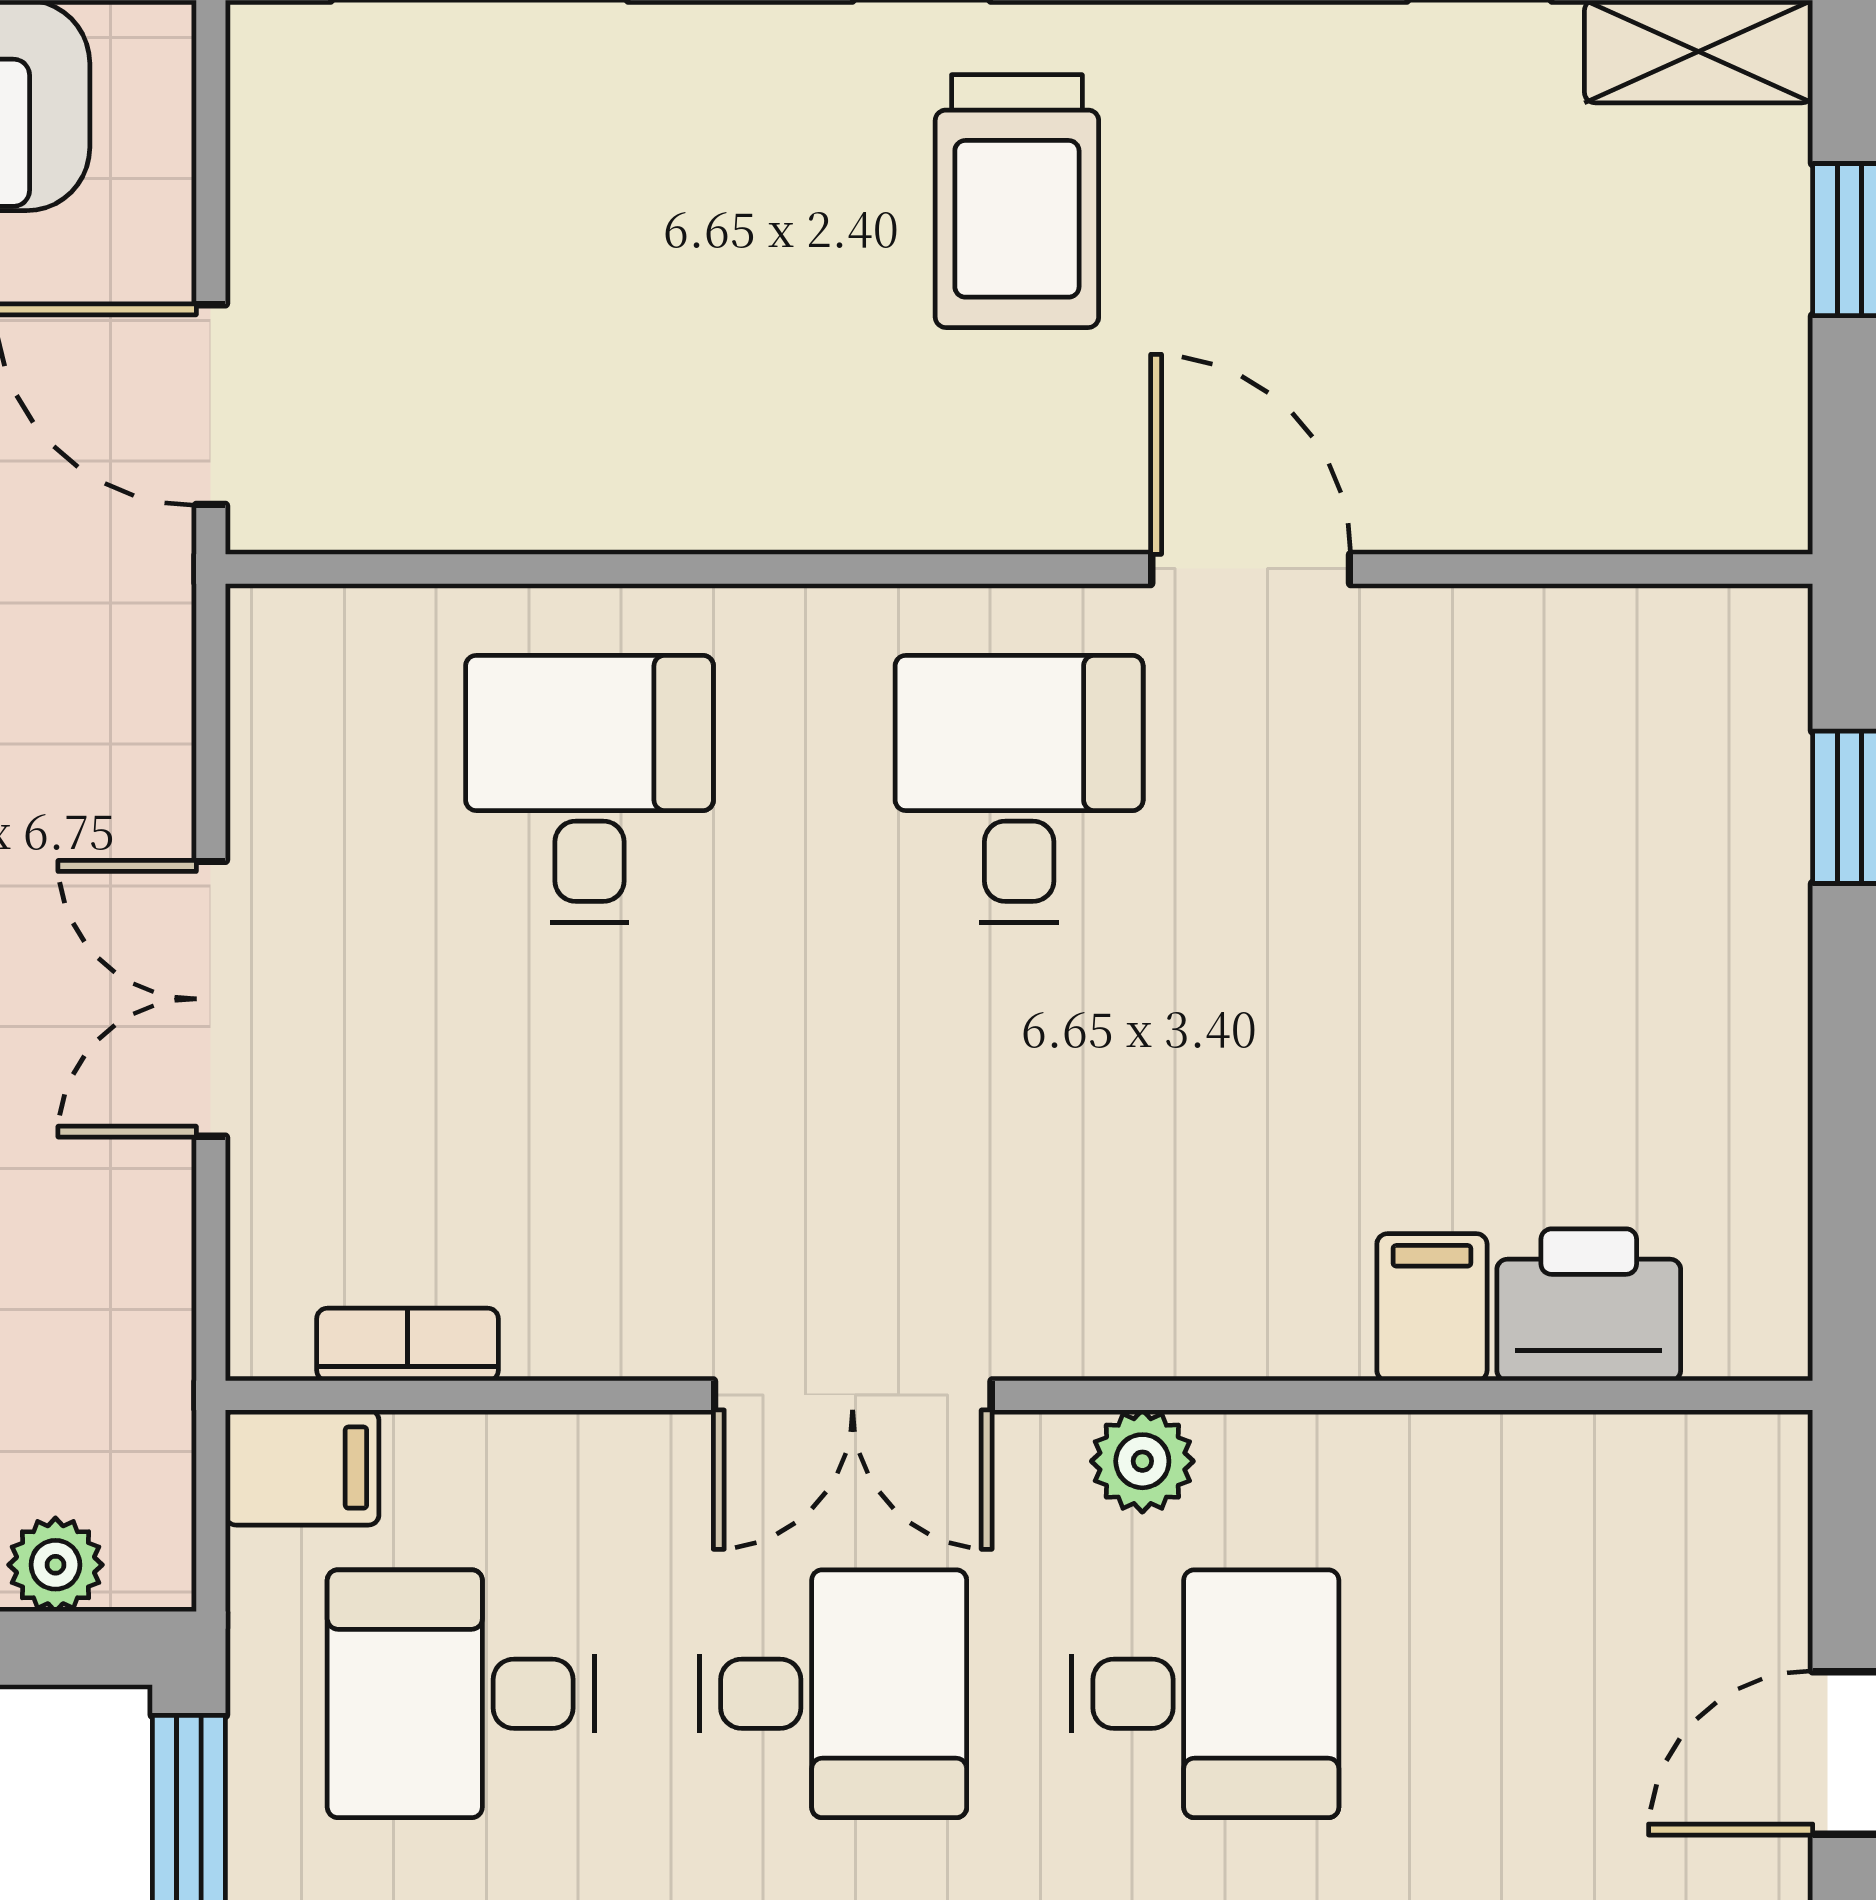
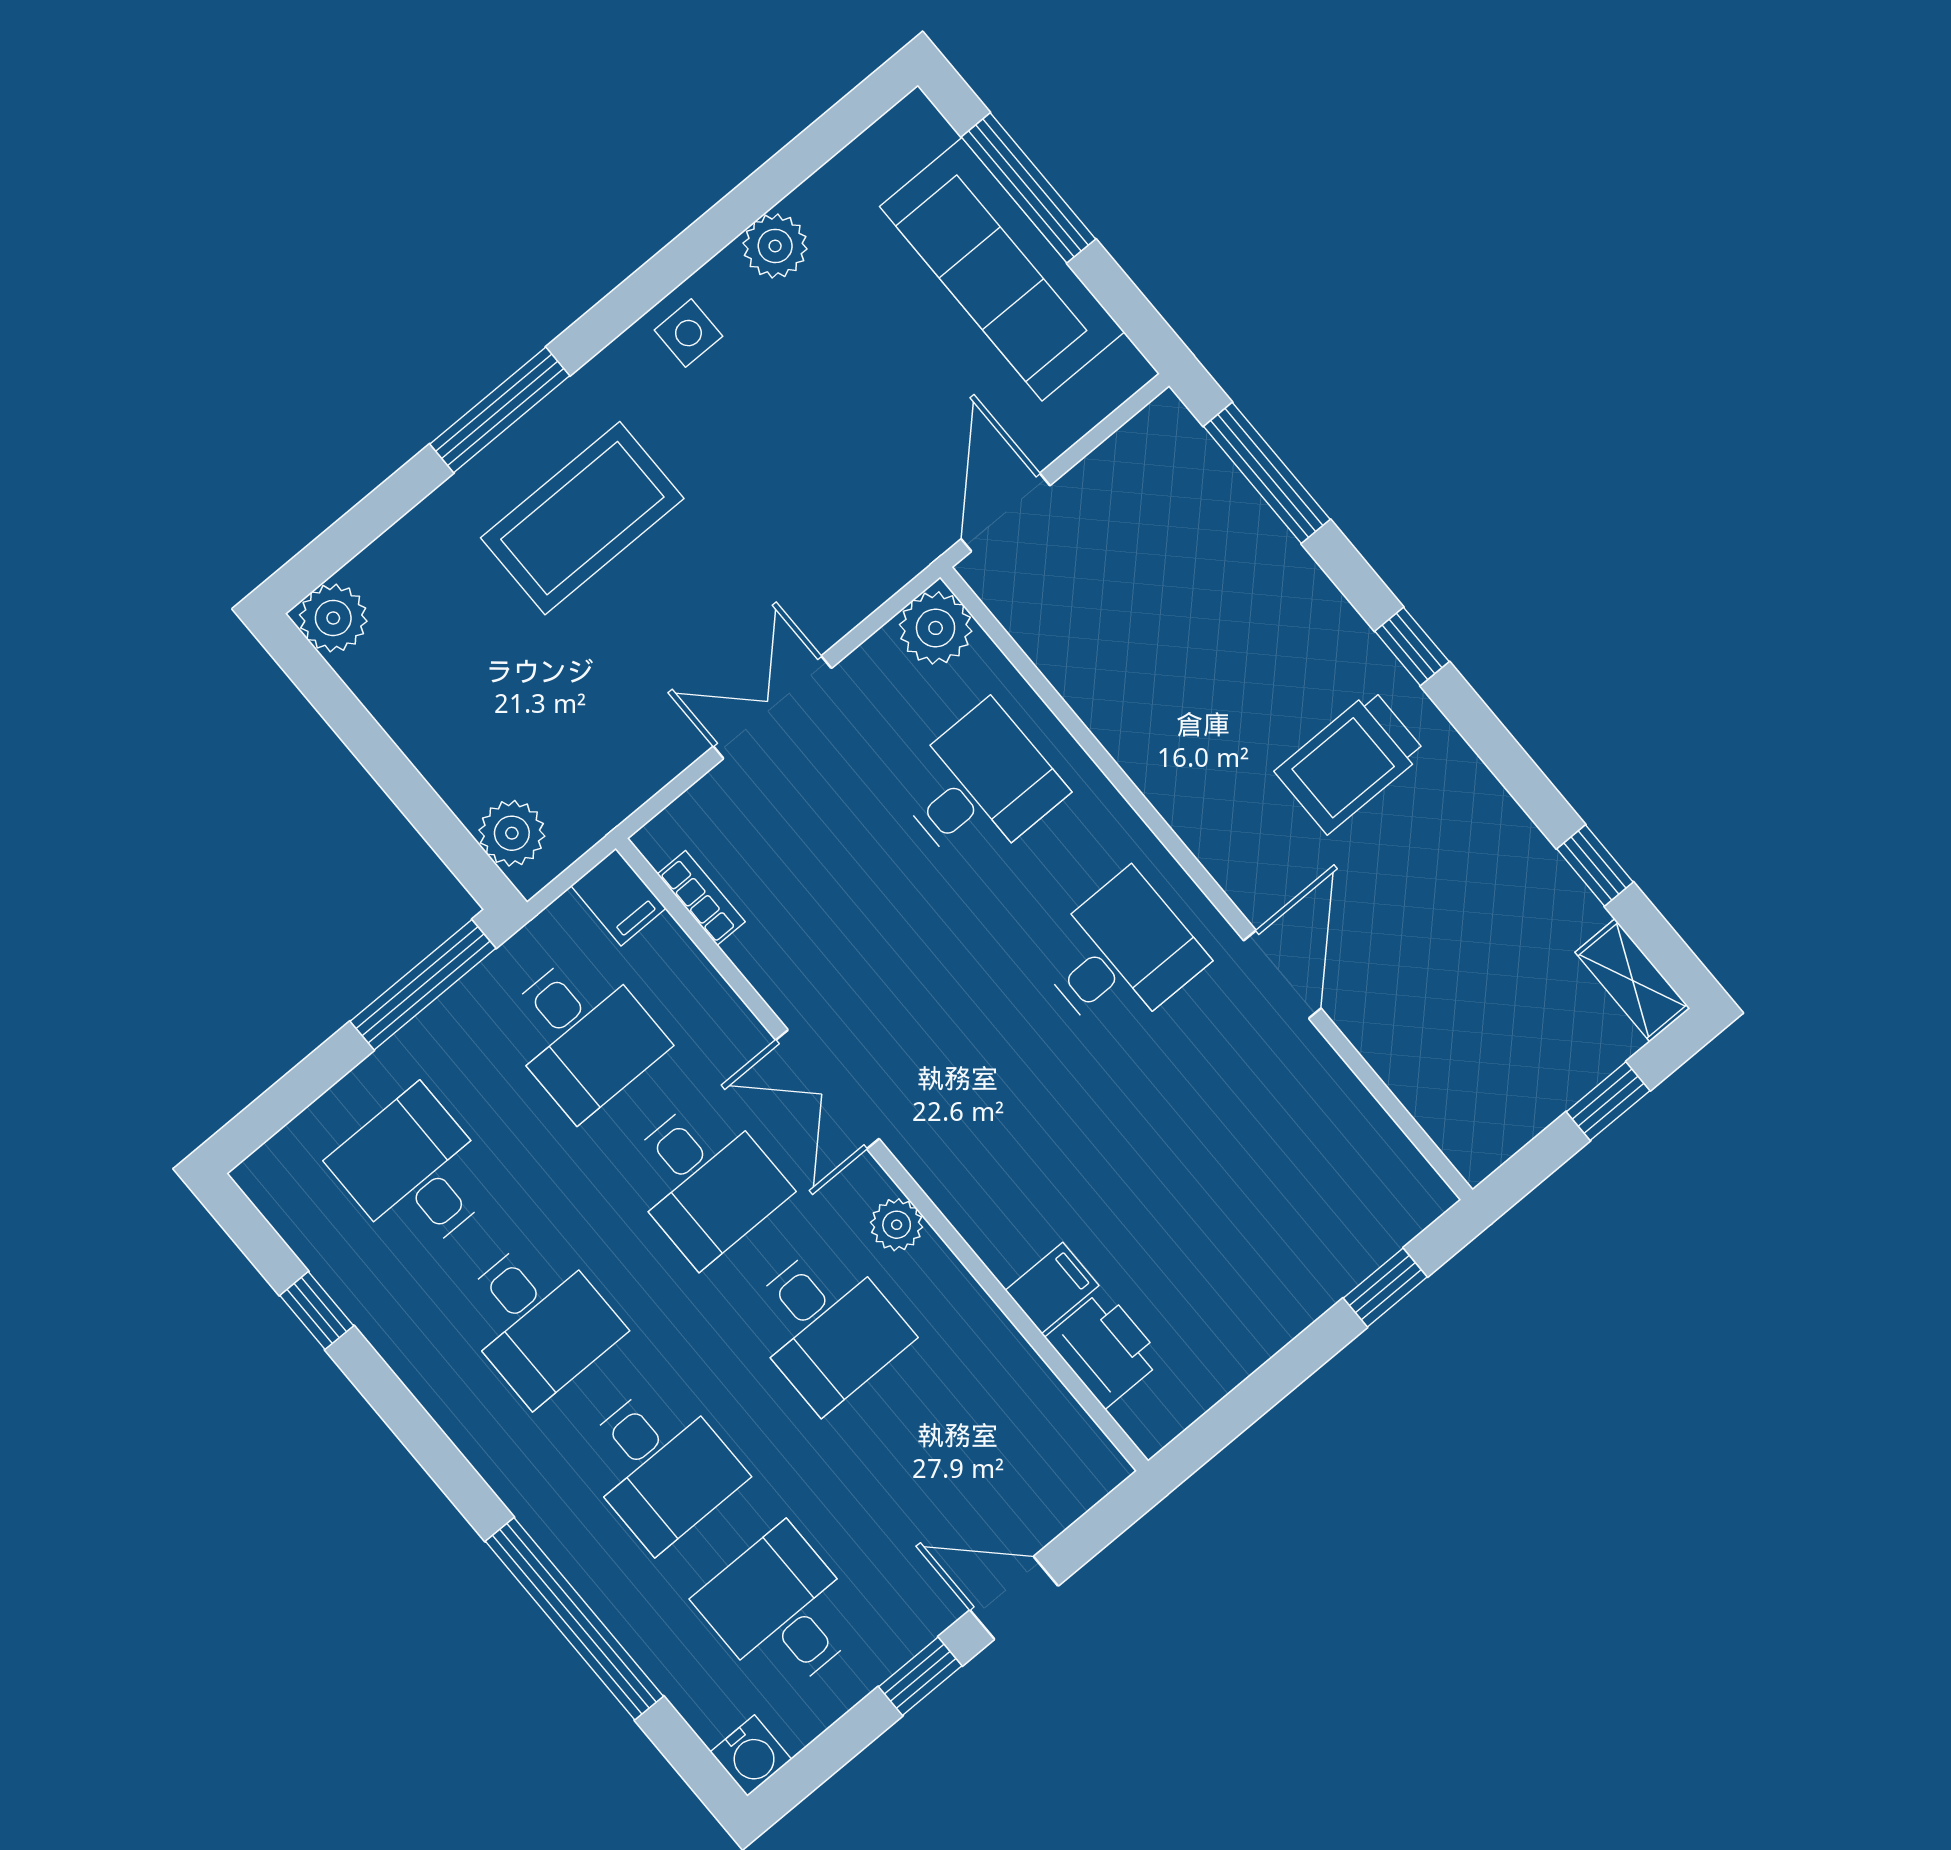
plant: (297, 655) -> (936, 628), added
plant: (55, 1565) -> (512, 833), width x1.38, depth x1.38
desk: (461, 1694) -> (582, 1034), turned 180

